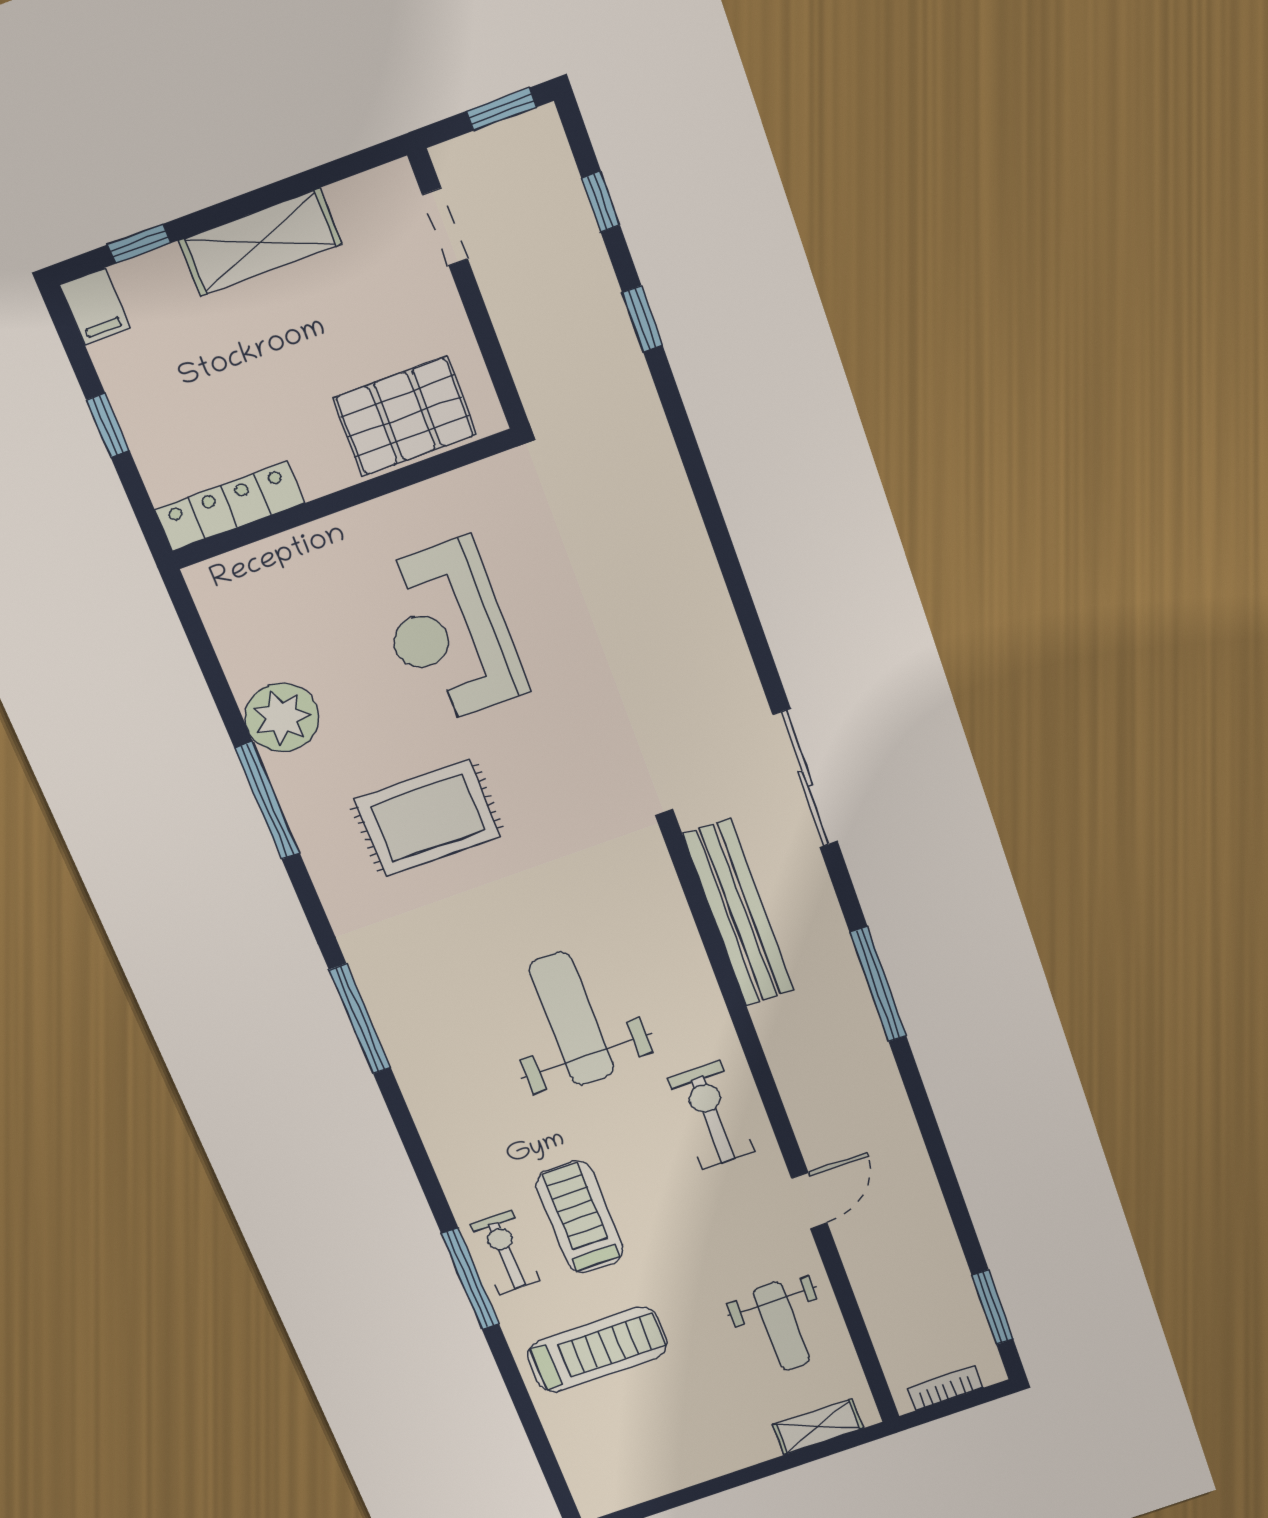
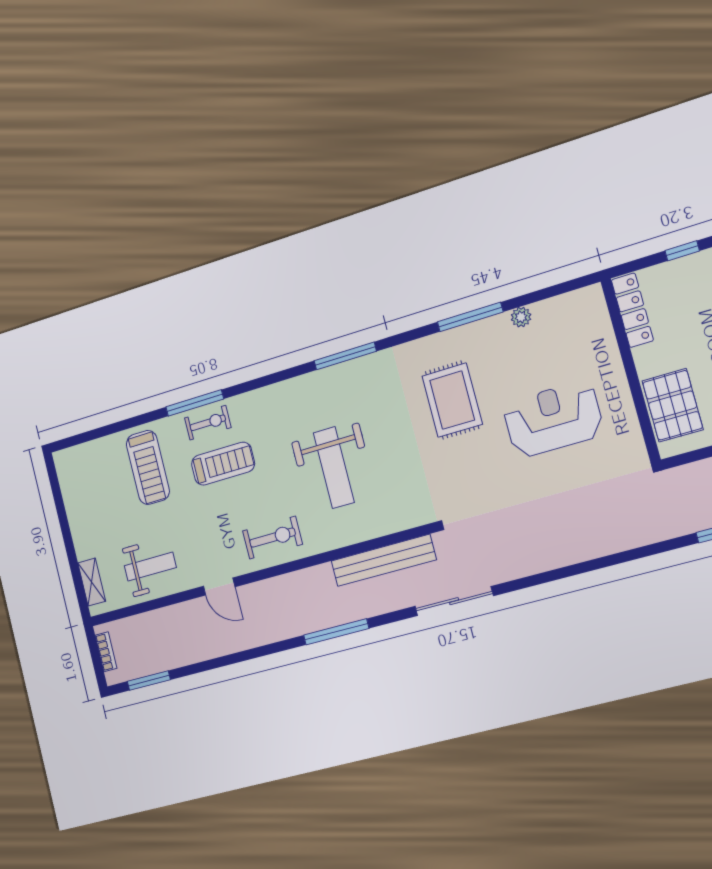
plant: (282, 717) -> (521, 317), width x0.53, depth x0.53
weight bench: (571, 1019) -> (334, 468), turned 90
weight bench: (782, 1326) -> (150, 567), turned 180

